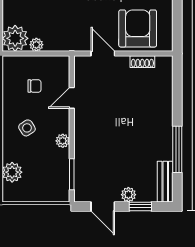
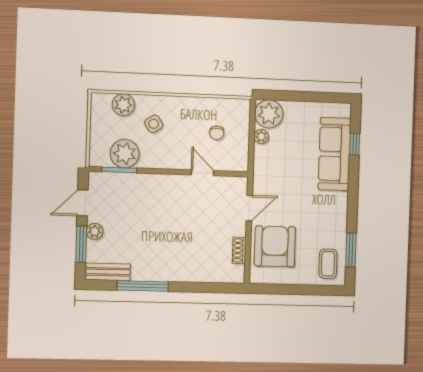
armchair: (138, 28) -> (275, 246), turned -90
side table: (27, 128) -> (154, 124), moved
plant: (63, 141) -> (125, 154), moved, width x1.87, depth x1.87
window: (140, 206) -> (81, 244), width x1.50

